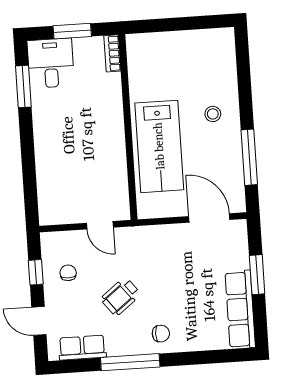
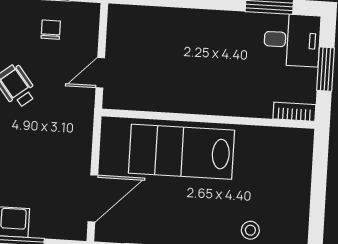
stool: (213, 114) -> (250, 230), moved
chair: (68, 273) -> (51, 30), turned -90

